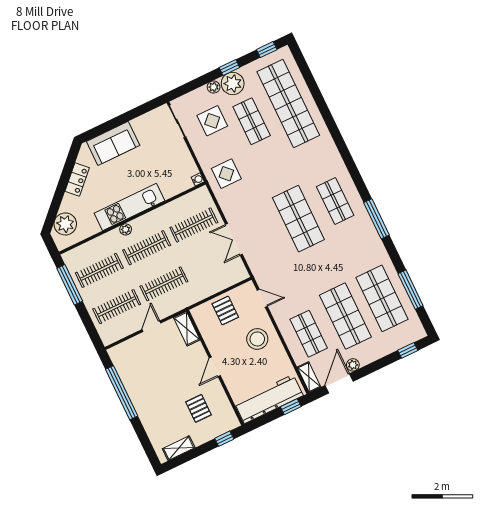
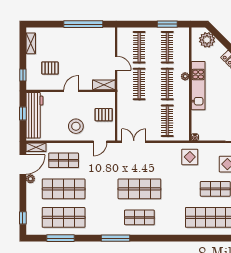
double door: (234, 239) -> (134, 142), moved
window: (70, 285) -> (167, 24), width x0.69
door: (215, 367) -> (71, 91), hinge flipped
door: (339, 383) -> (23, 164), hinge flipped
window: (291, 407) -> (23, 114), moved

